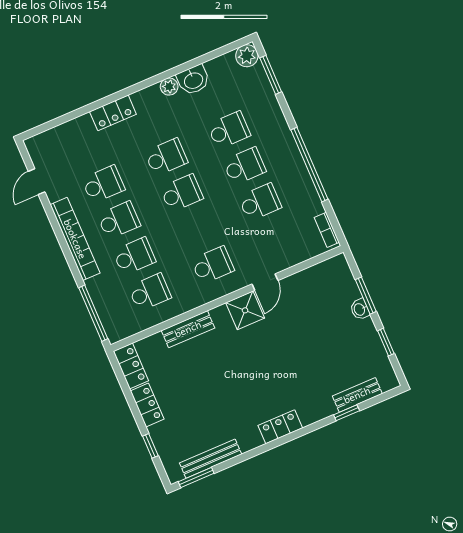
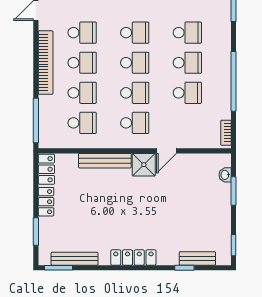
school desk: (197, 229) -> (135, 93), added
washbasin: (360, 309) -> (225, 175), moved
bench: (188, 329) -> (105, 161), width x1.36
window: (386, 342) -> (234, 245), moved
locker: (280, 427) -> (133, 258), width x1.53
window: (150, 446) -> (36, 232), width x1.50

